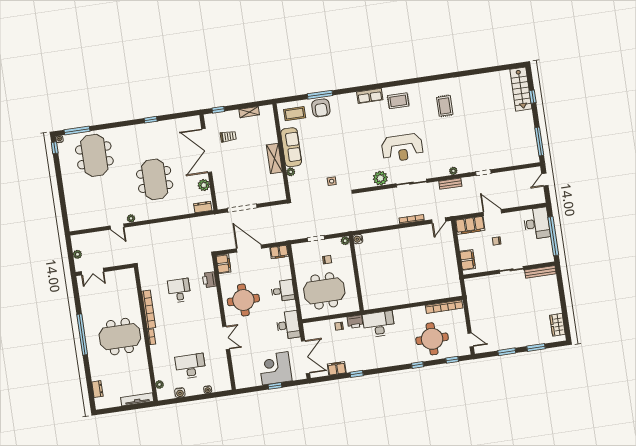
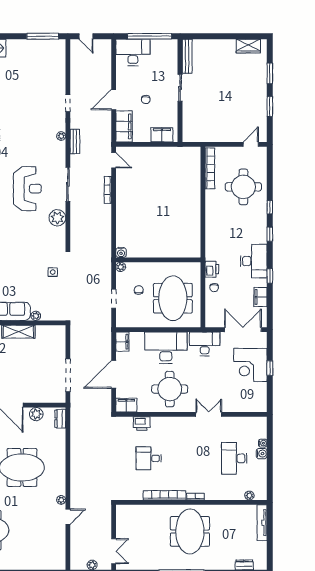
desk: (283, 291) -> (166, 348), width x1.87, depth x1.30
desk: (379, 324) -> (254, 261), moved, turned 180
window: (452, 360) -> (270, 234), moved
water cooler: (180, 393) -> (262, 454), moved

